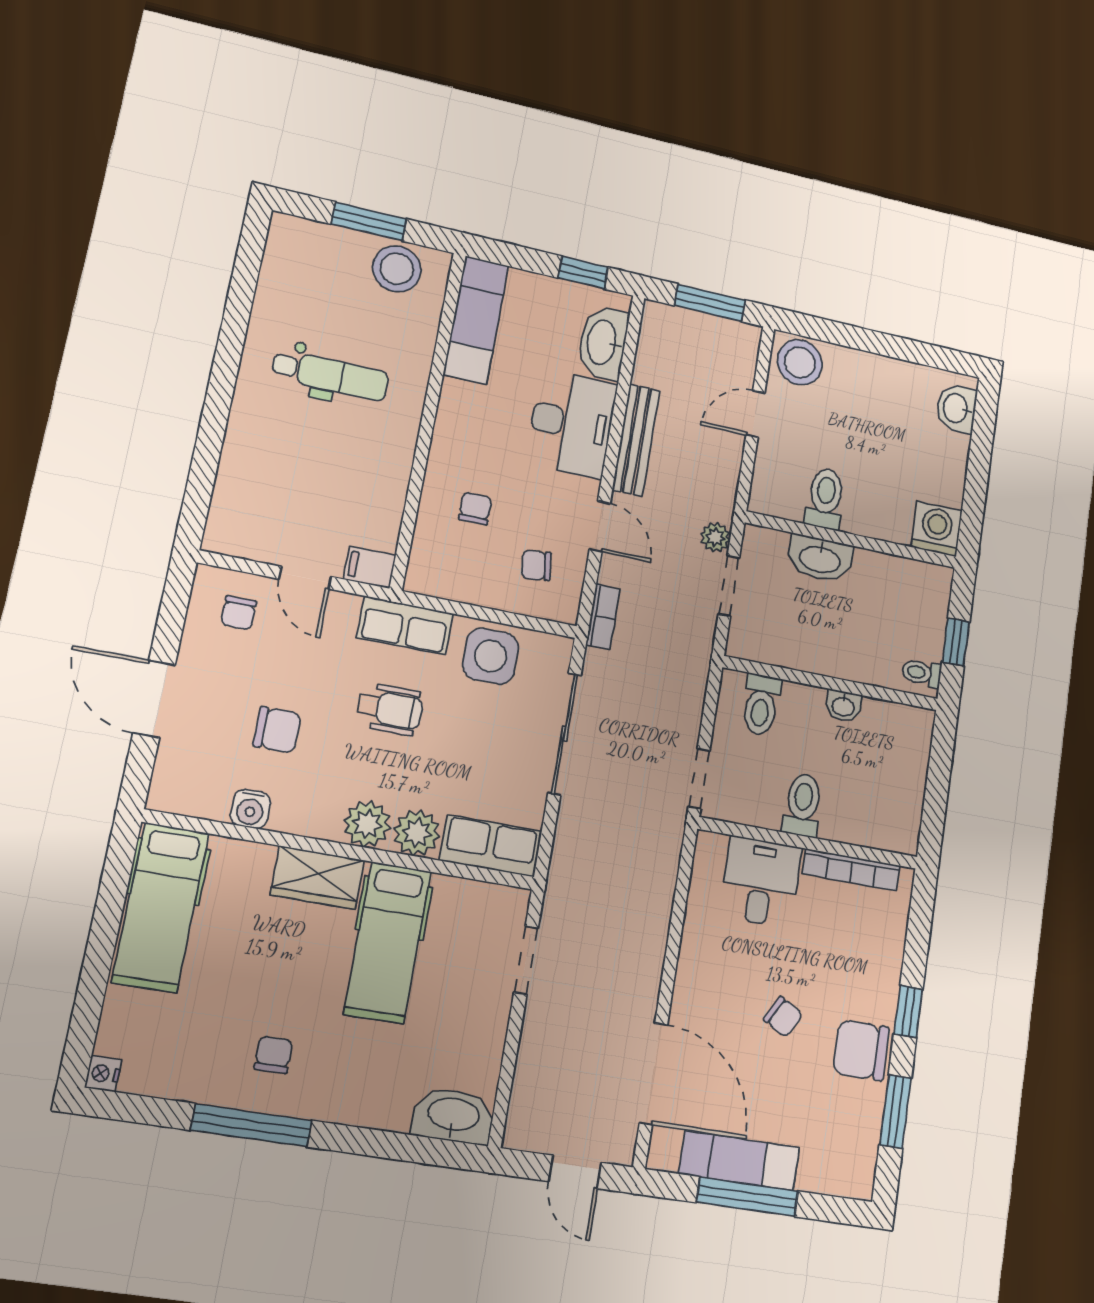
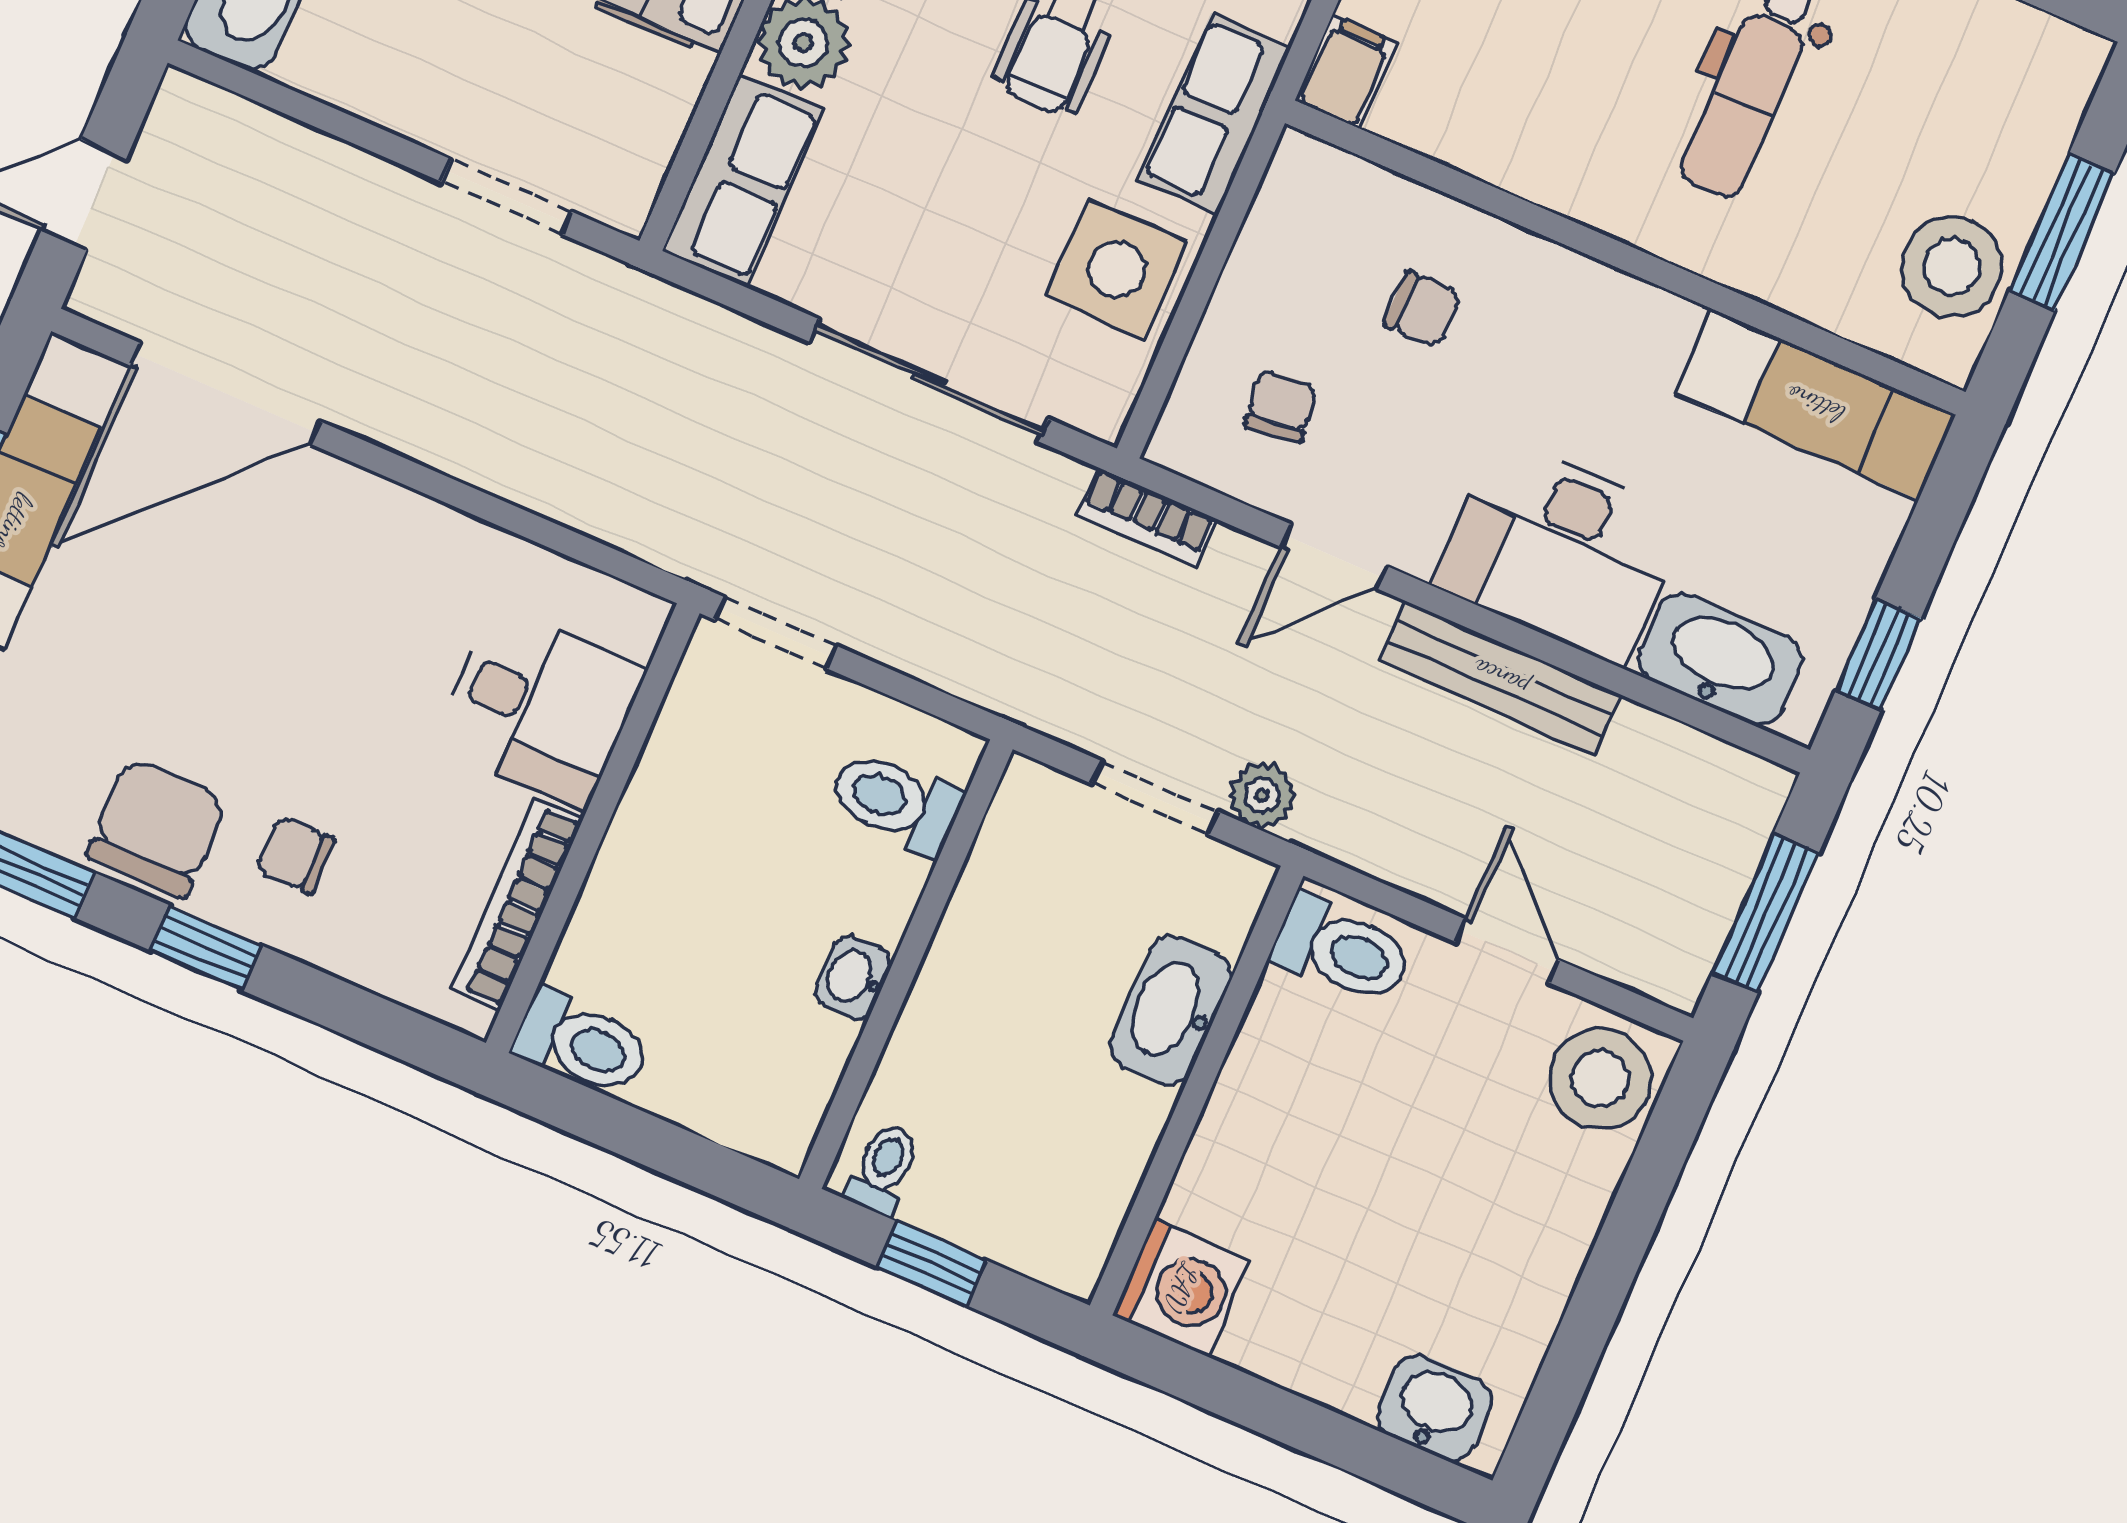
toilet: (825, 499) -> (1342, 950), moved
toilet: (803, 805) -> (582, 1043), moved
chair: (783, 1017) -> (296, 855), moved, turned 61

